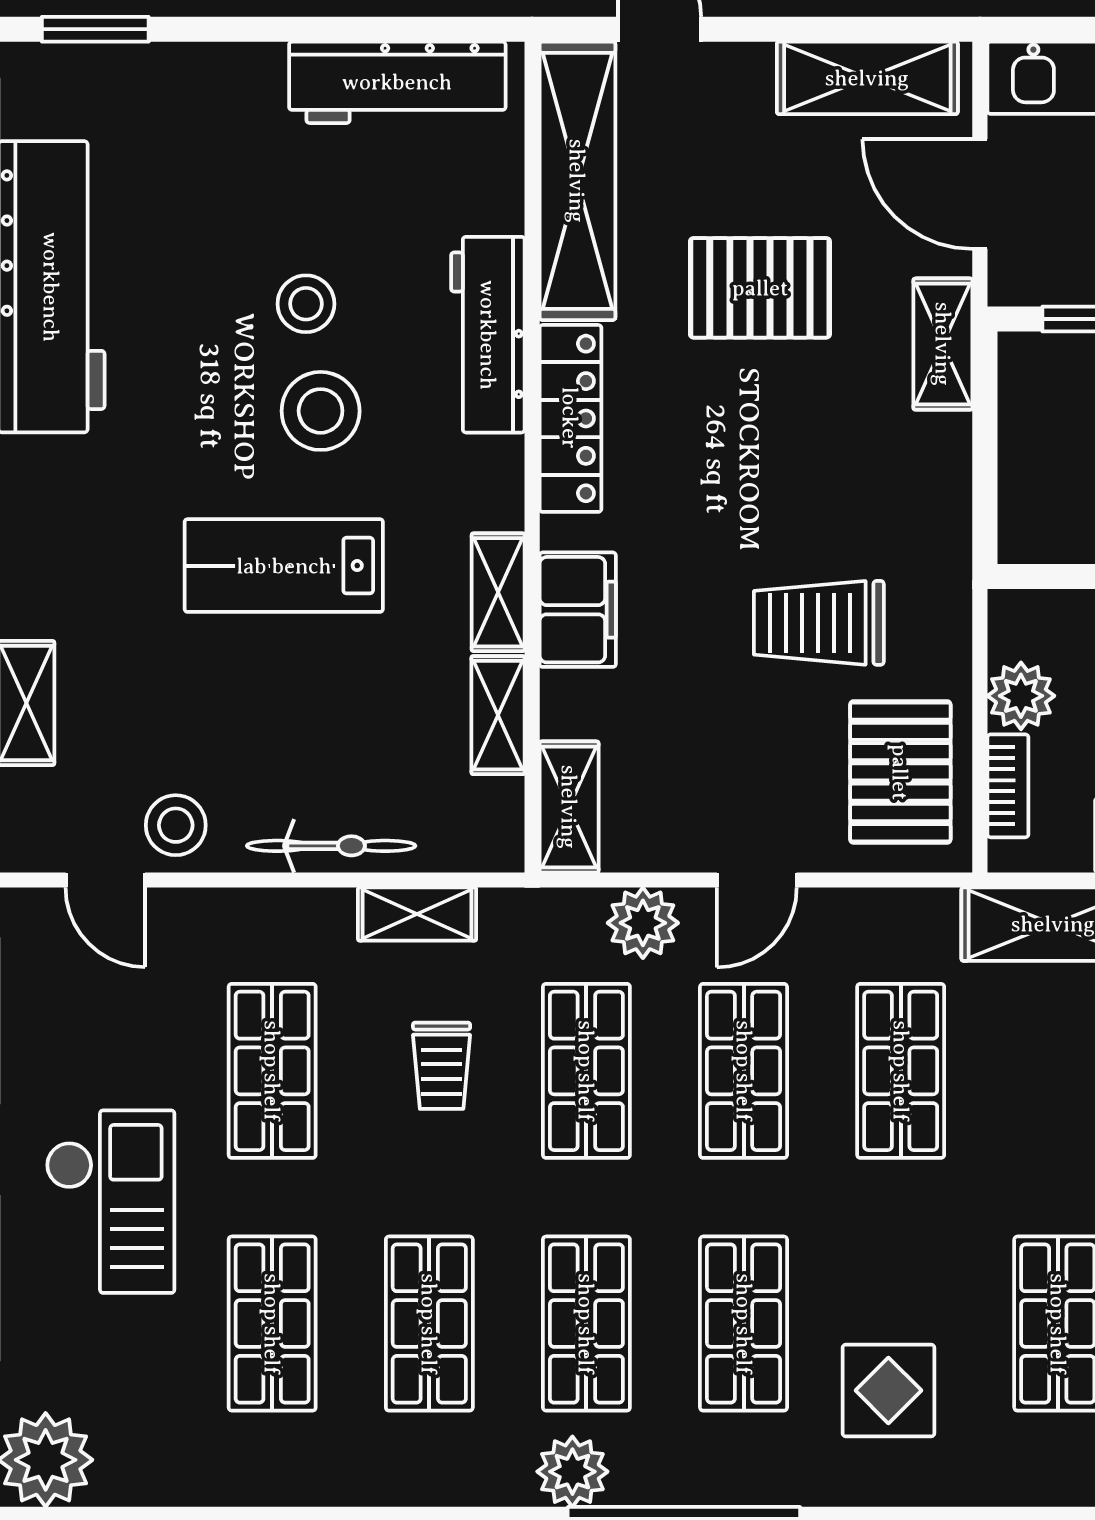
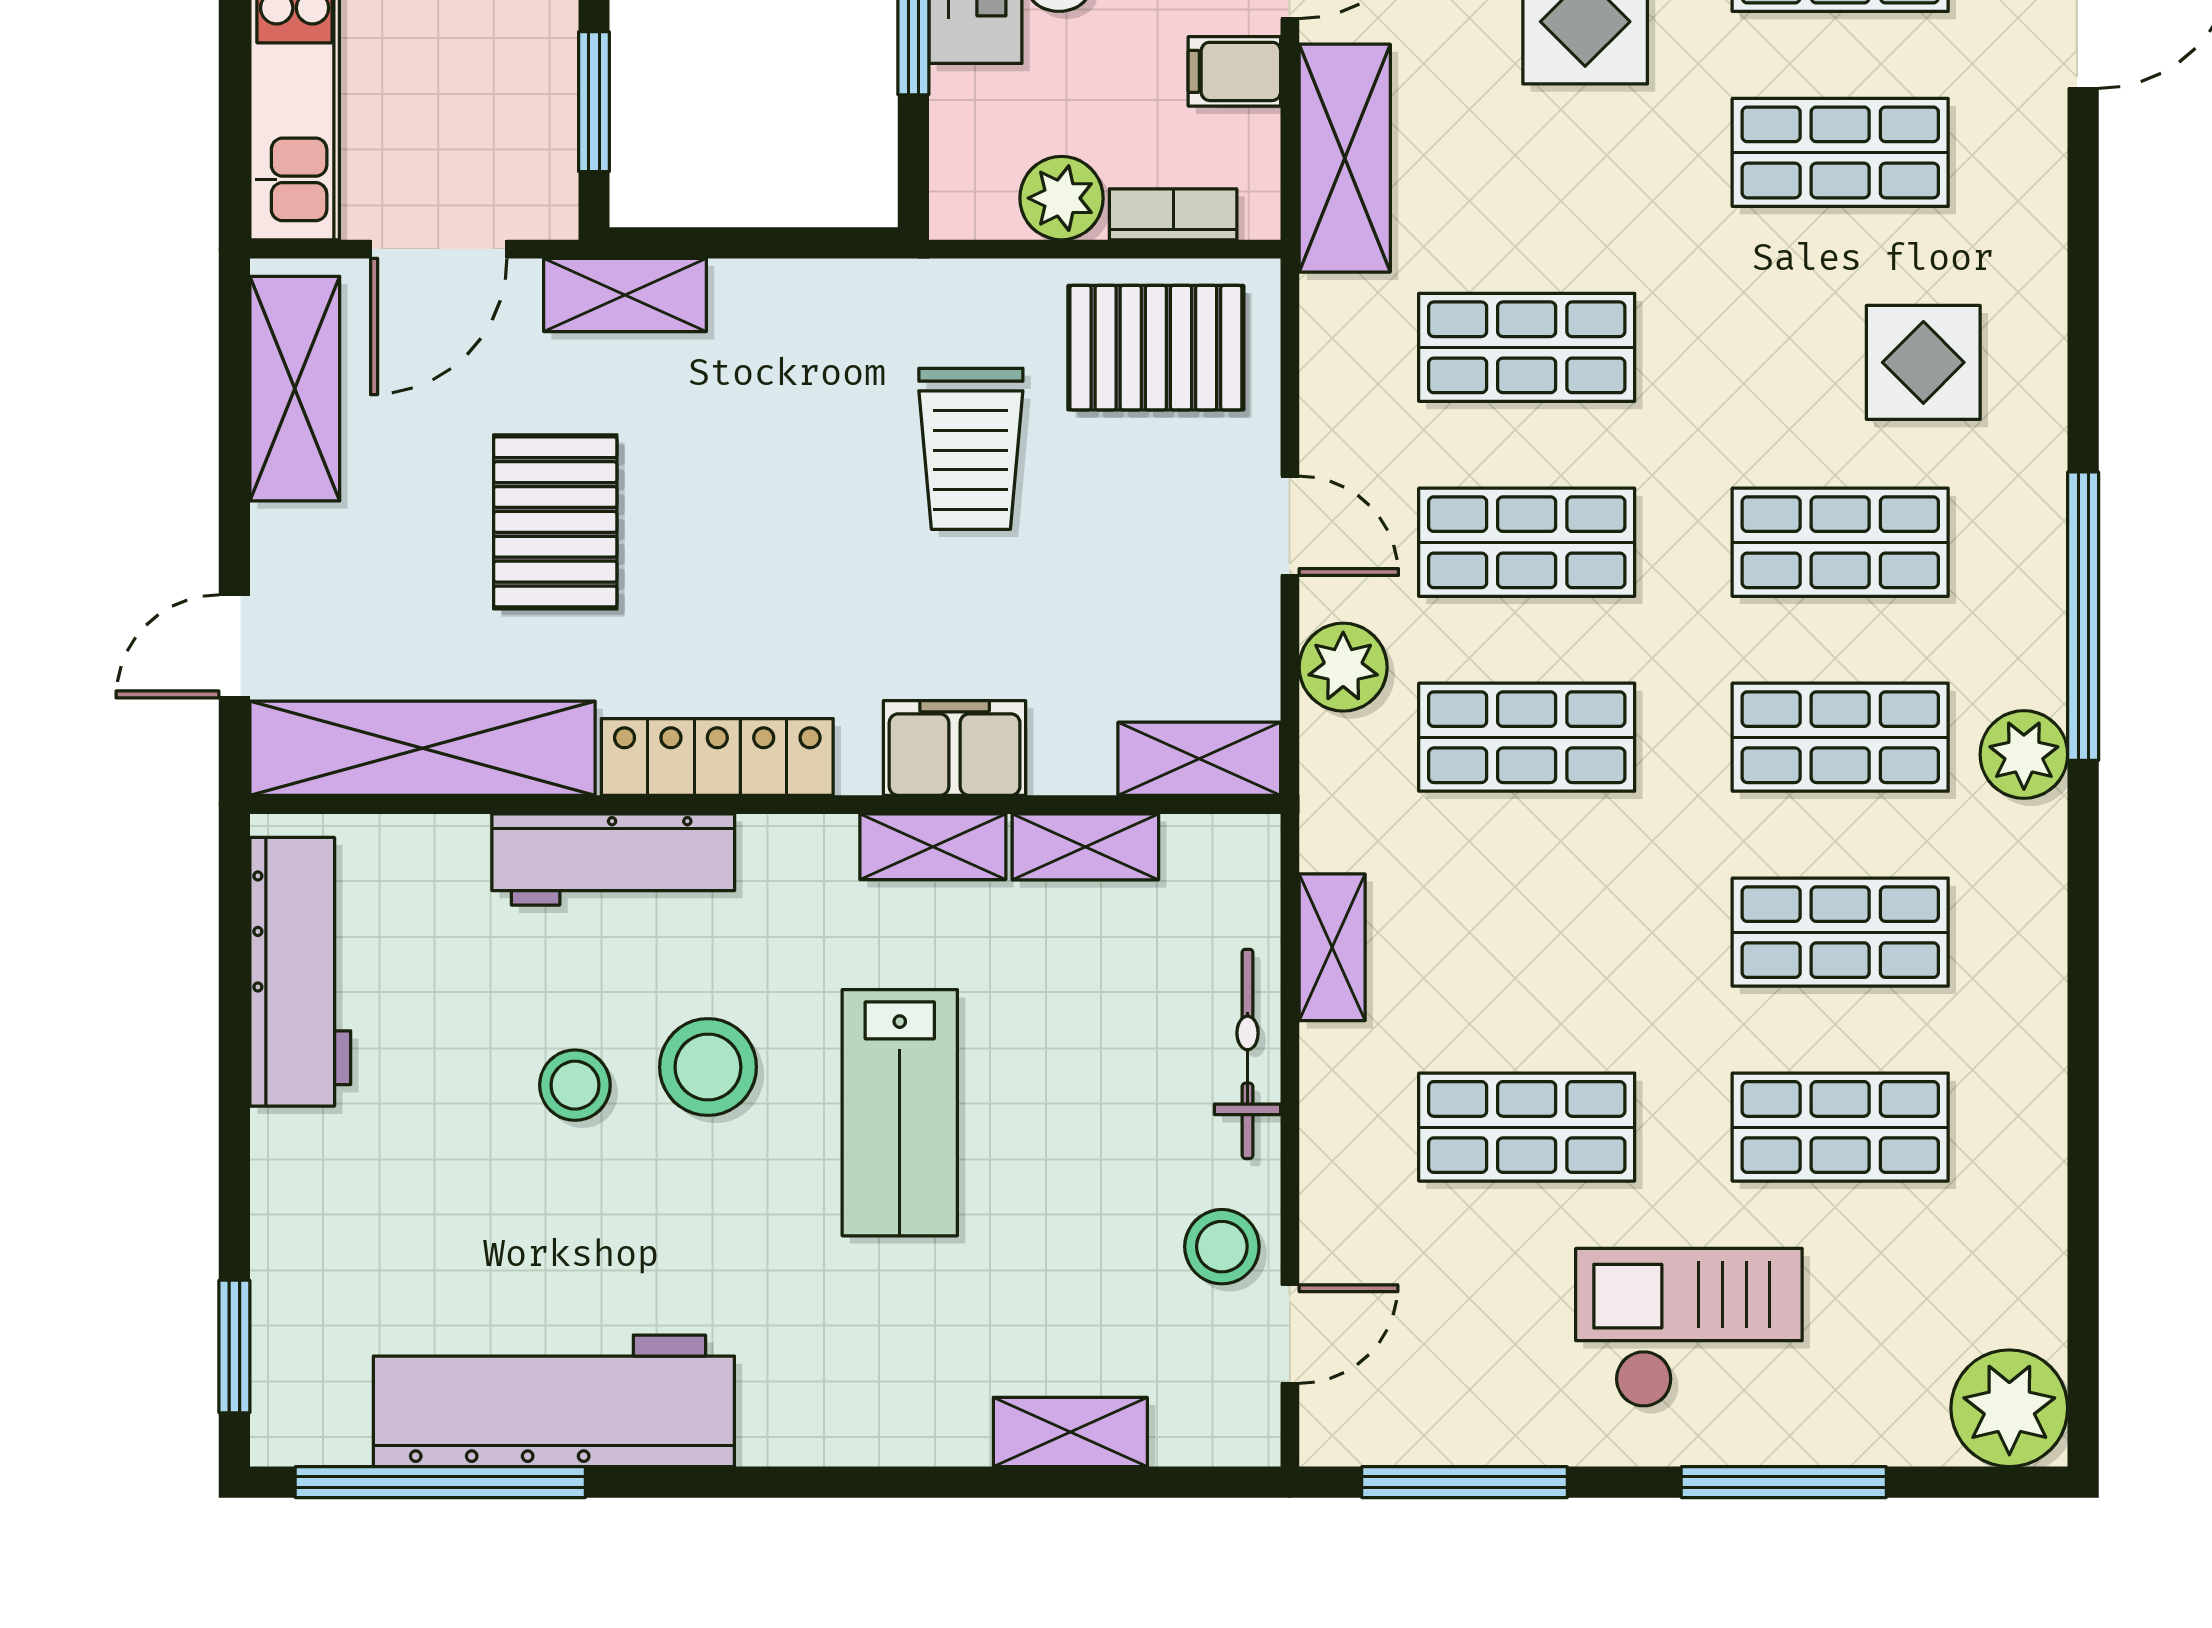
trolley: (442, 1066) -> (1520, 917), removed

